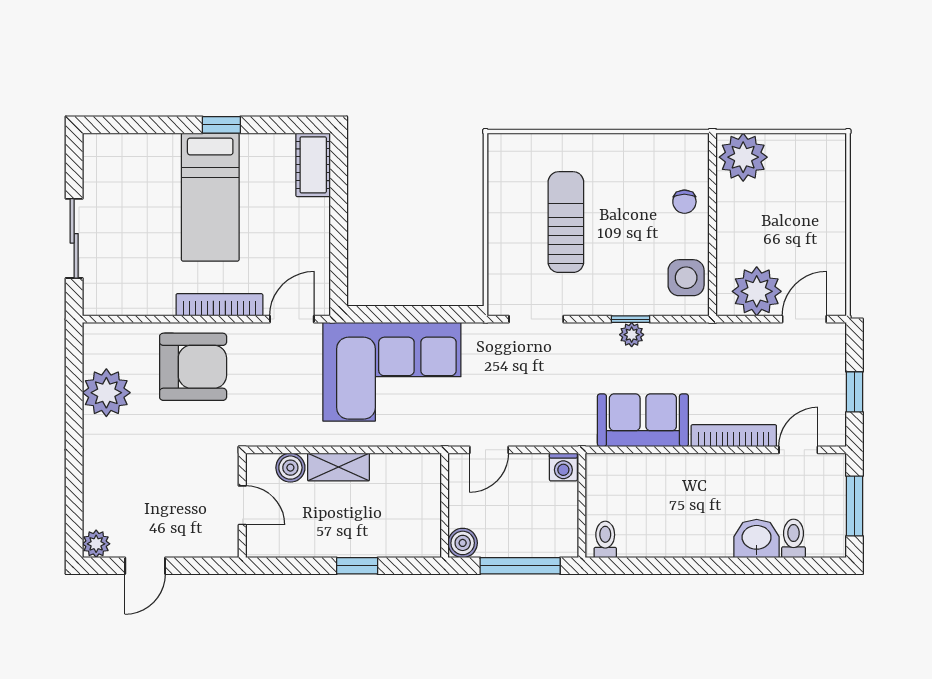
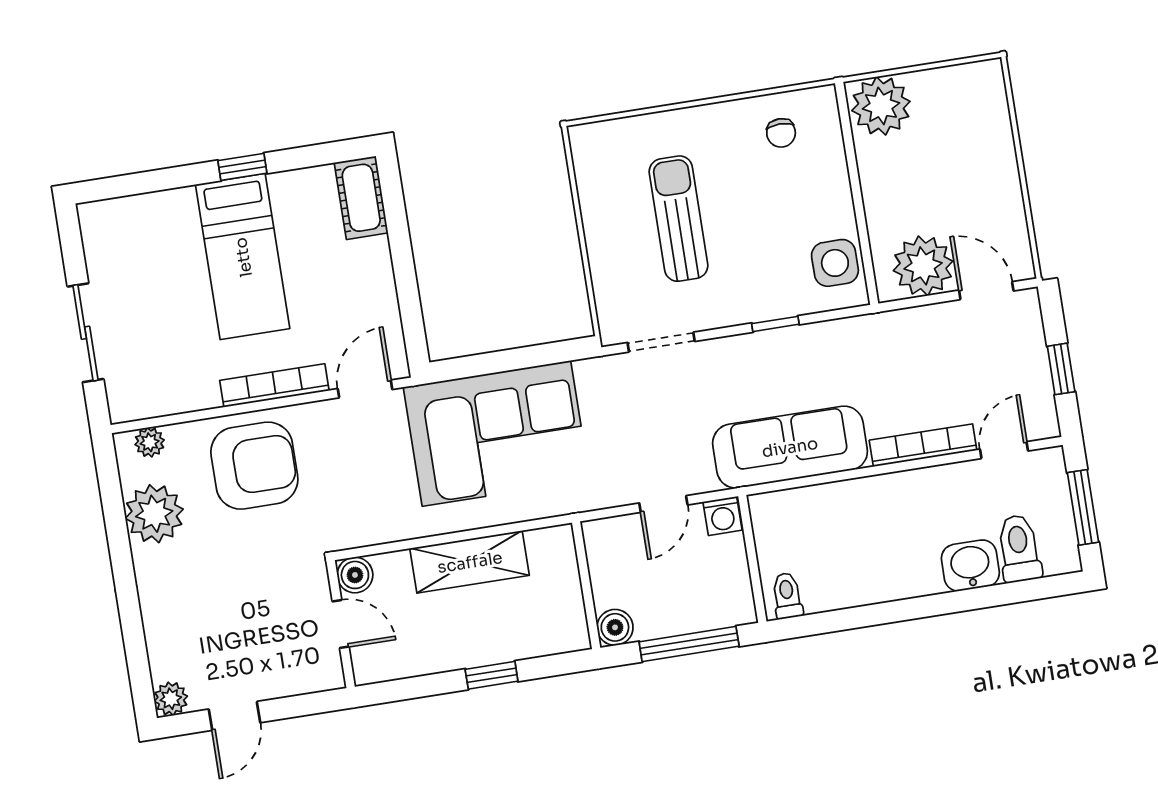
chair: (684, 202) -> (781, 133), moved
door: (804, 319) -> (986, 291), hinge flipped
plant: (632, 335) -> (150, 442), moved
sofa: (643, 420) -> (790, 447), width x1.36
door: (489, 450) -> (663, 504), moved
shelving: (338, 467) -> (470, 562), width x1.50, depth x1.33
boiler: (290, 468) -> (355, 575), moved
toilet: (794, 538) -> (1019, 548), width x1.37, depth x1.39

